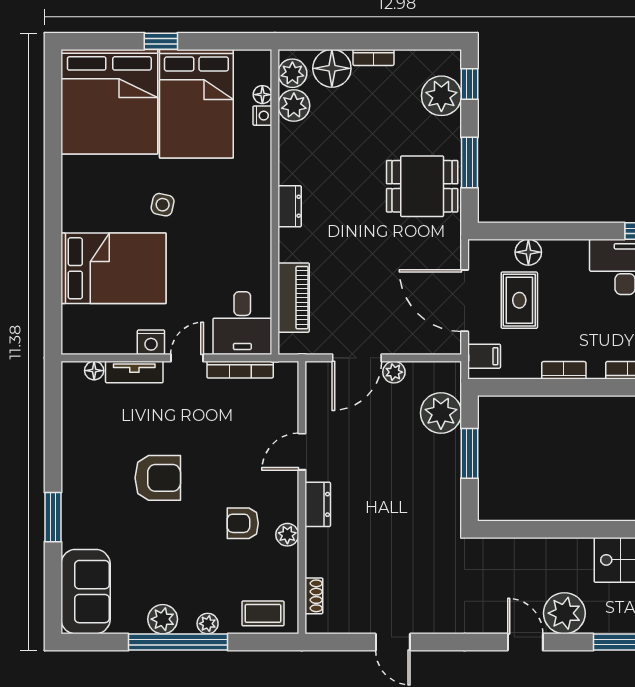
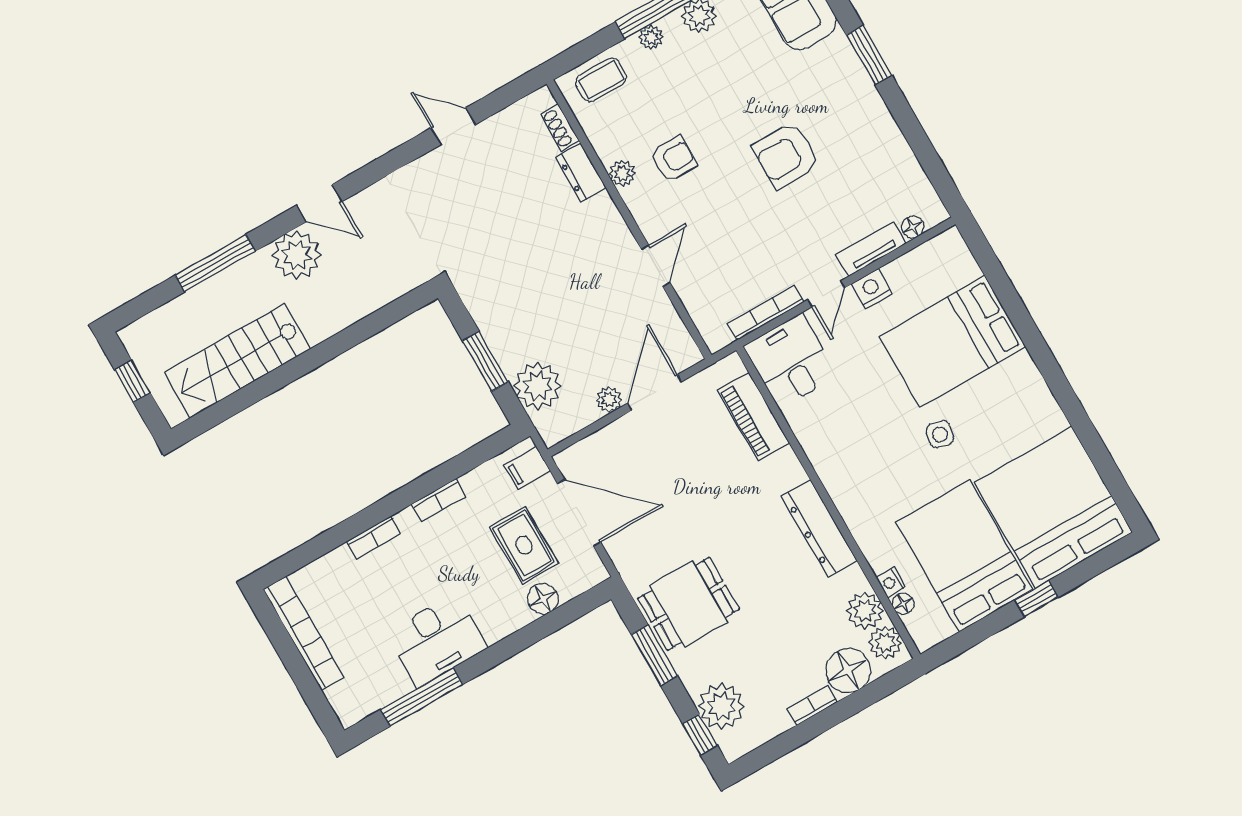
dresser: (290, 206) -> (819, 528), width x1.96, depth x1.24
dresser: (318, 504) -> (581, 172), moved

